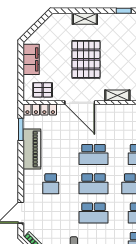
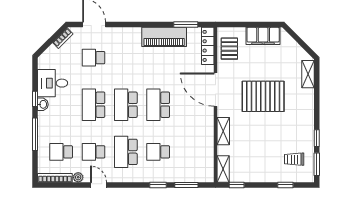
shelving: (85, 19) -> (308, 74), moved
door: (80, 102) -> (216, 90), hinge flipped
school desk: (51, 184) -> (93, 58), moved

